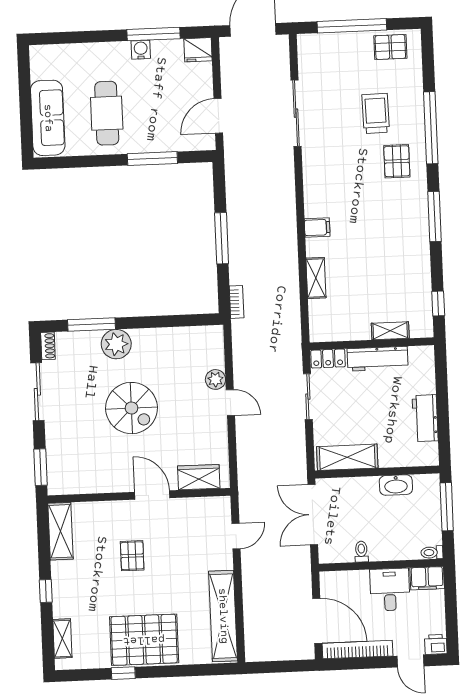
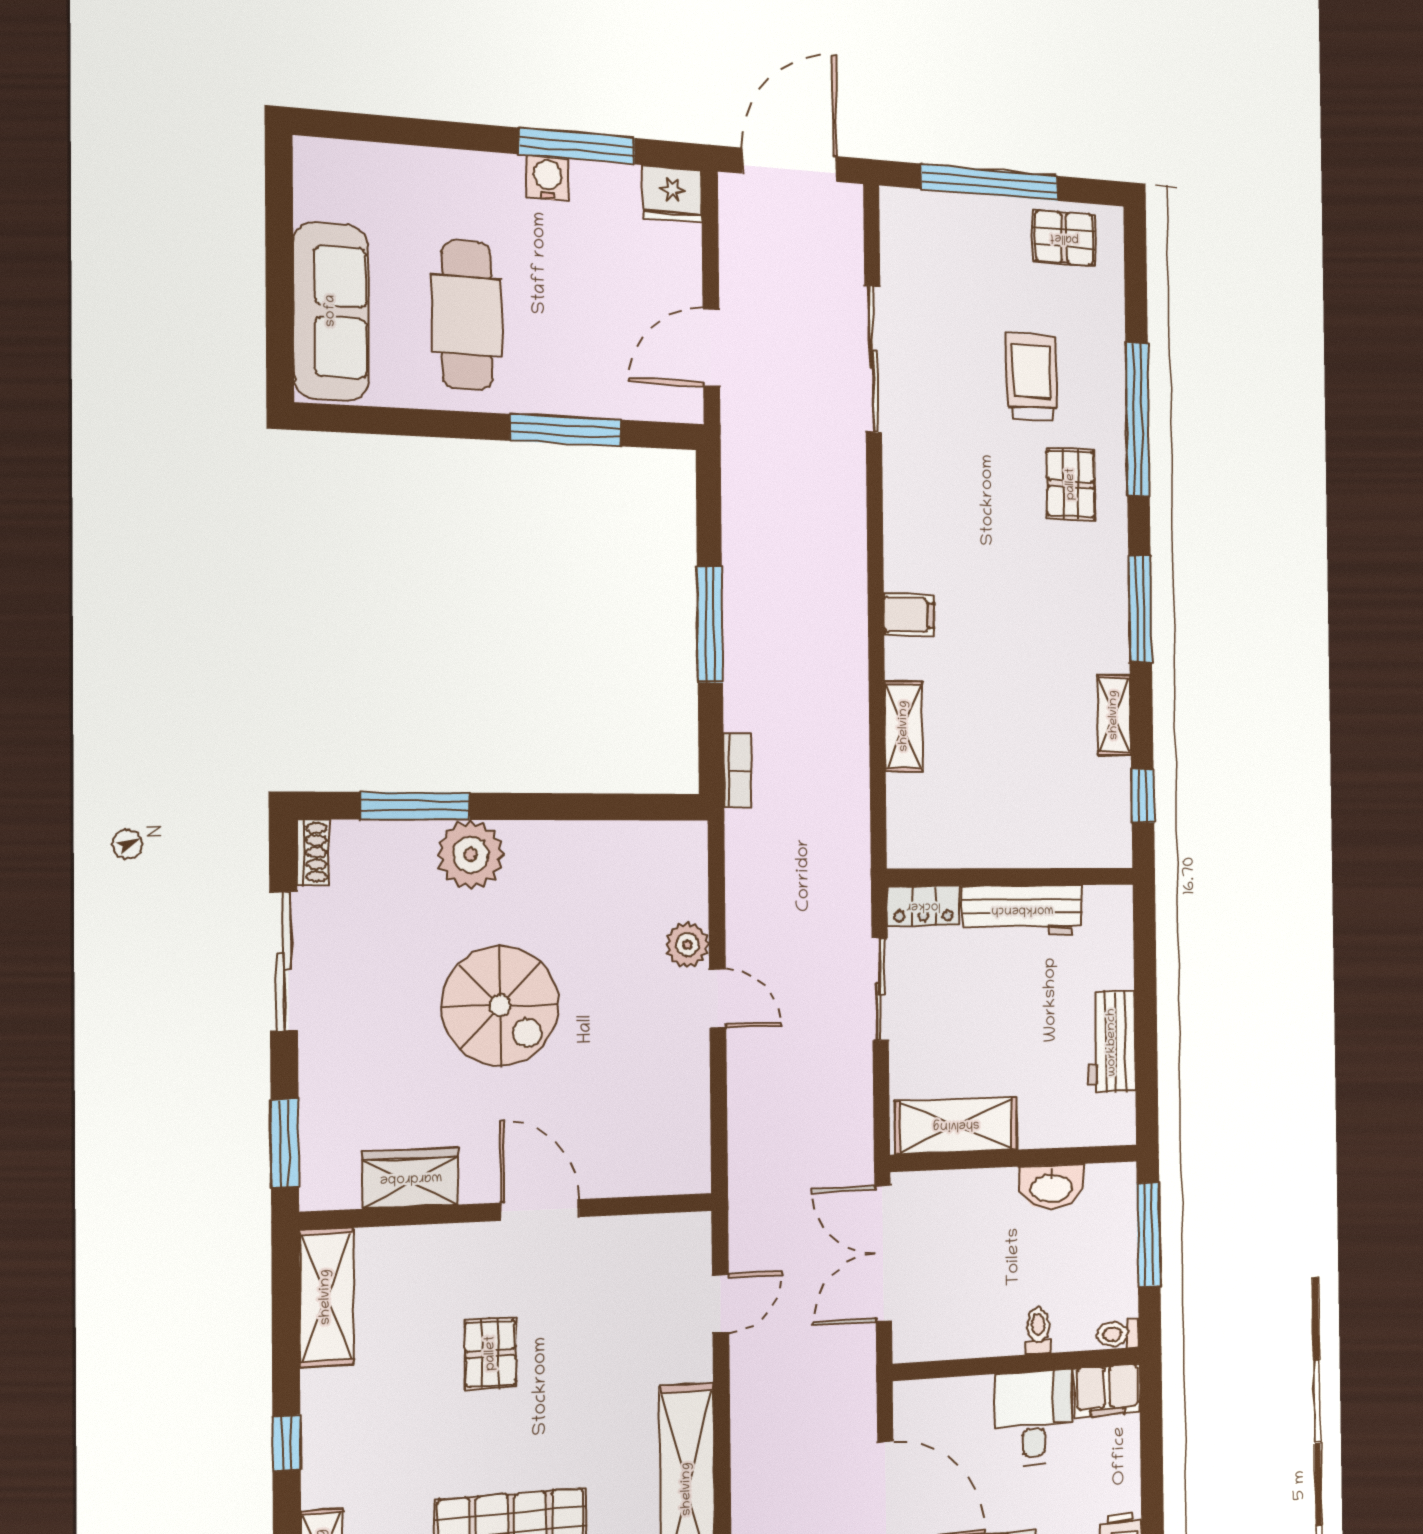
shelving: (390, 331) -> (1114, 715), moved, turned 90
wardrobe: (199, 477) -> (411, 1178), moved
toilet: (361, 552) -> (1038, 1331), moved

